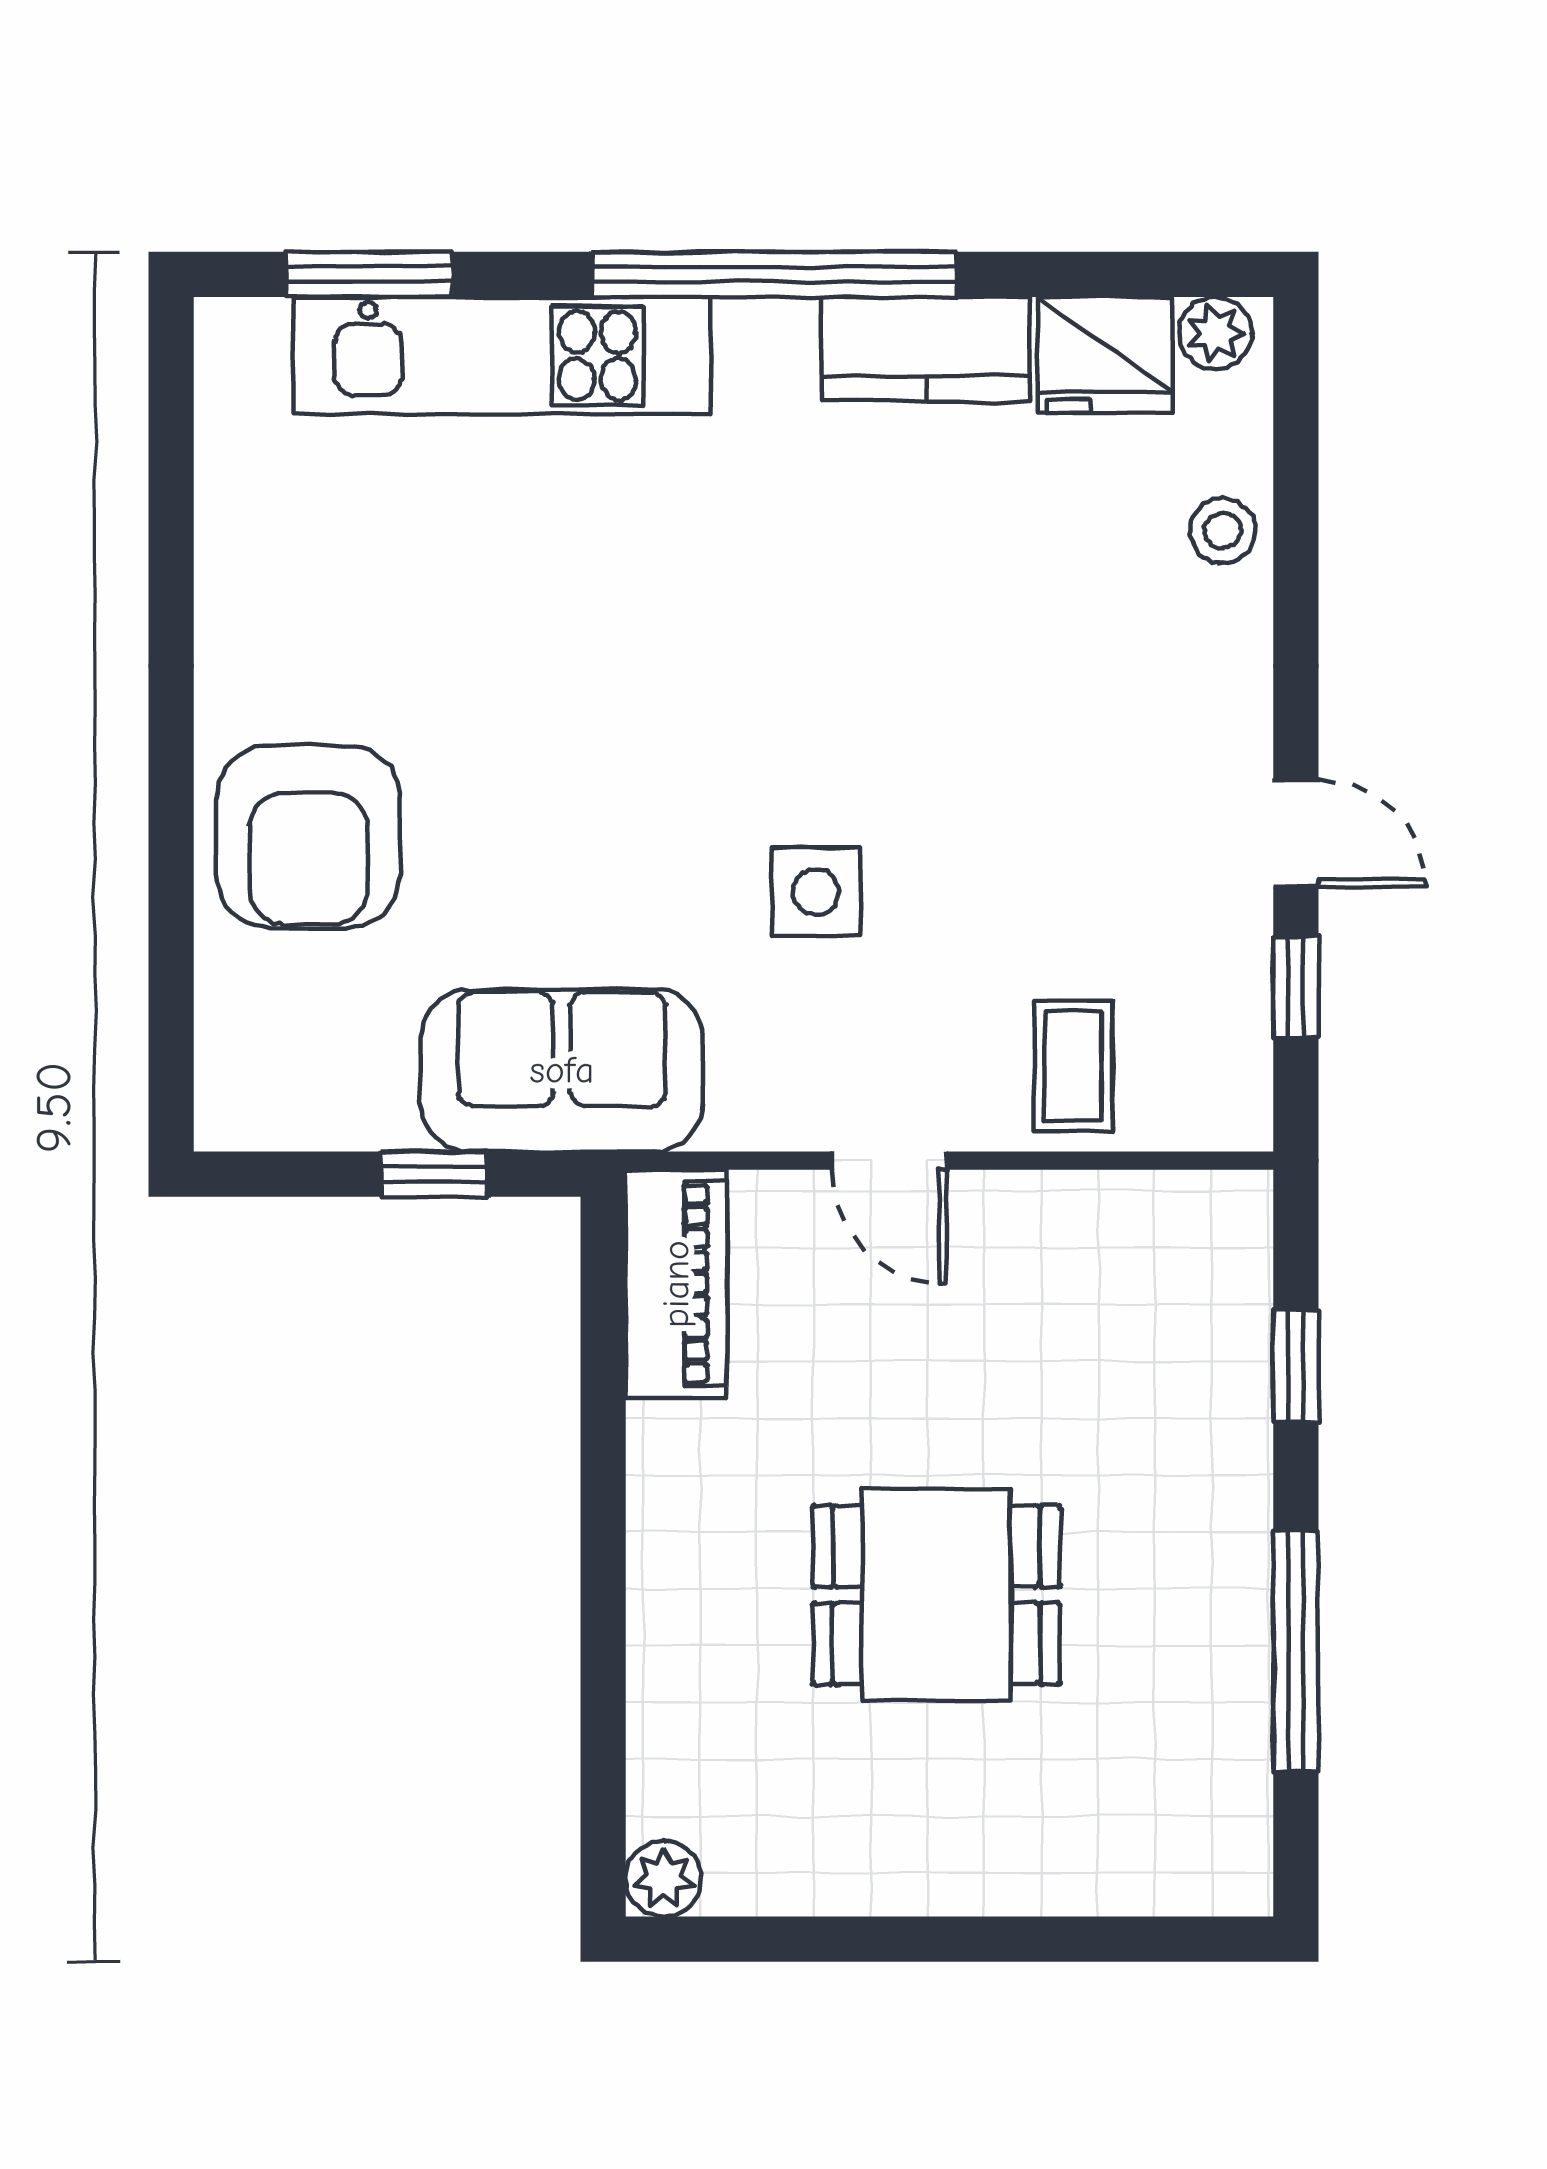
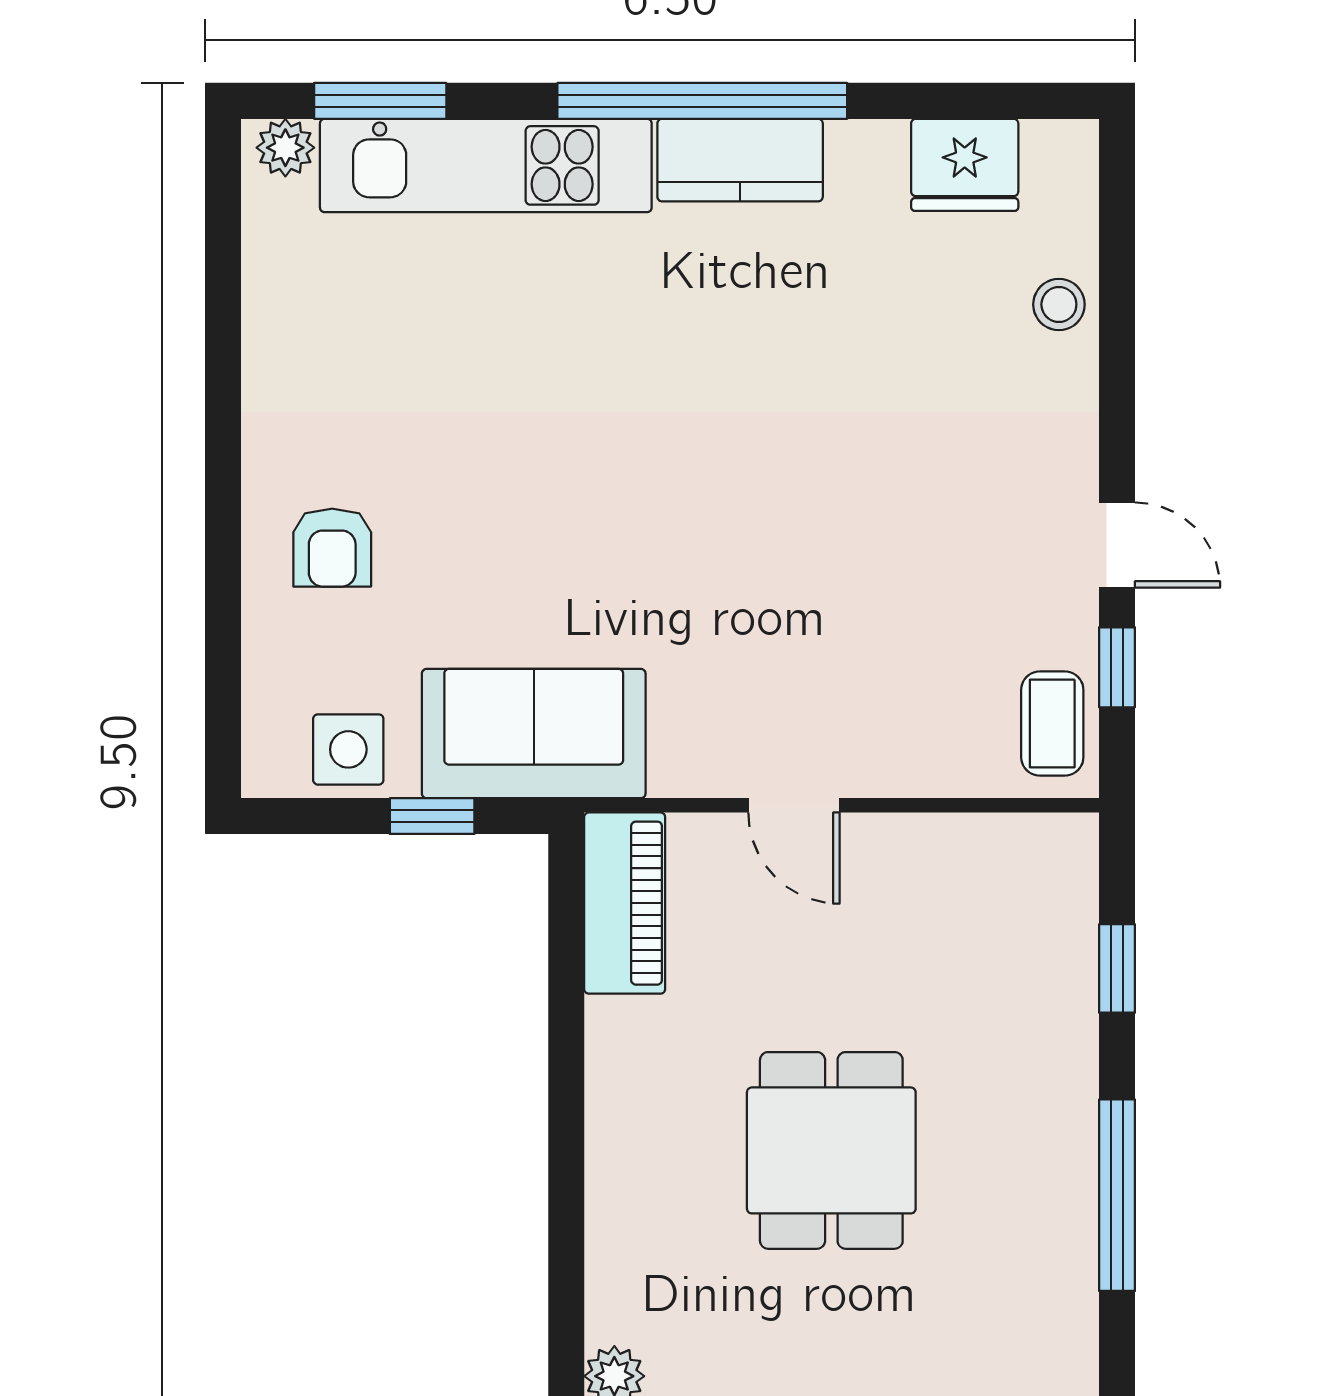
plant: (1215, 333) -> (285, 148), moved
kitchen counter: (926, 349) -> (740, 160), moved
armchair: (308, 836) -> (332, 548), width x0.53, depth x0.53
side table: (816, 892) -> (348, 749), moved
coffee table: (1073, 1066) -> (1052, 724), moved
dining table: (936, 1595) -> (831, 1150), turned 90

